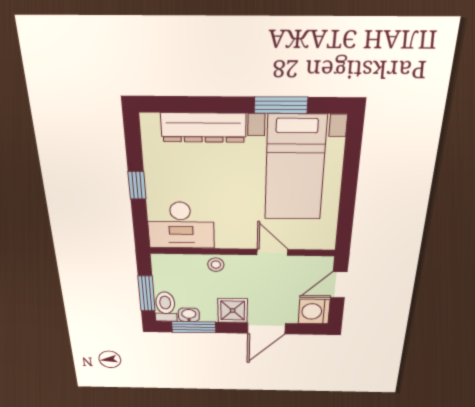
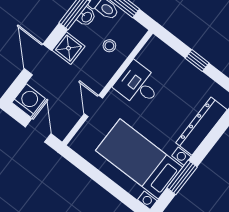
desk: (181, 225) -> (138, 85), moved, width x0.73
door: (272, 252) -> (93, 106), swing flipped
stool: (216, 265) -> (109, 46), moved

